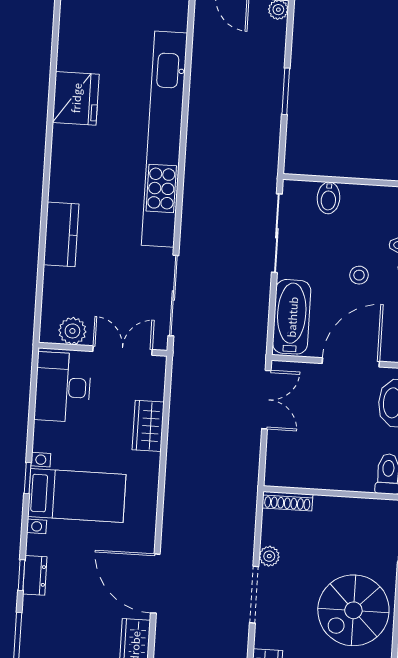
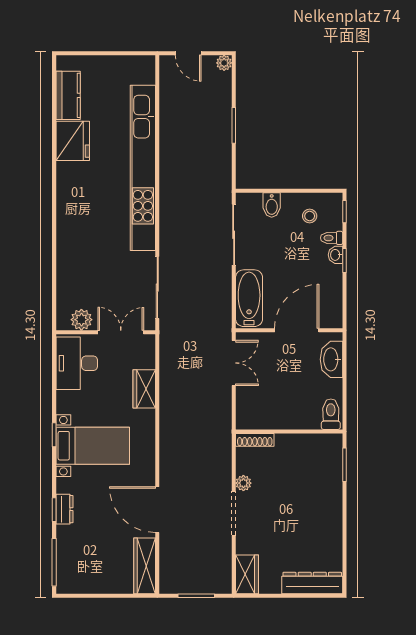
kitchen counter: (61, 234) -> (68, 95), moved
stool: (359, 275) -> (310, 216), moved
spiral stairs: (353, 610) -> (311, 521), removed

